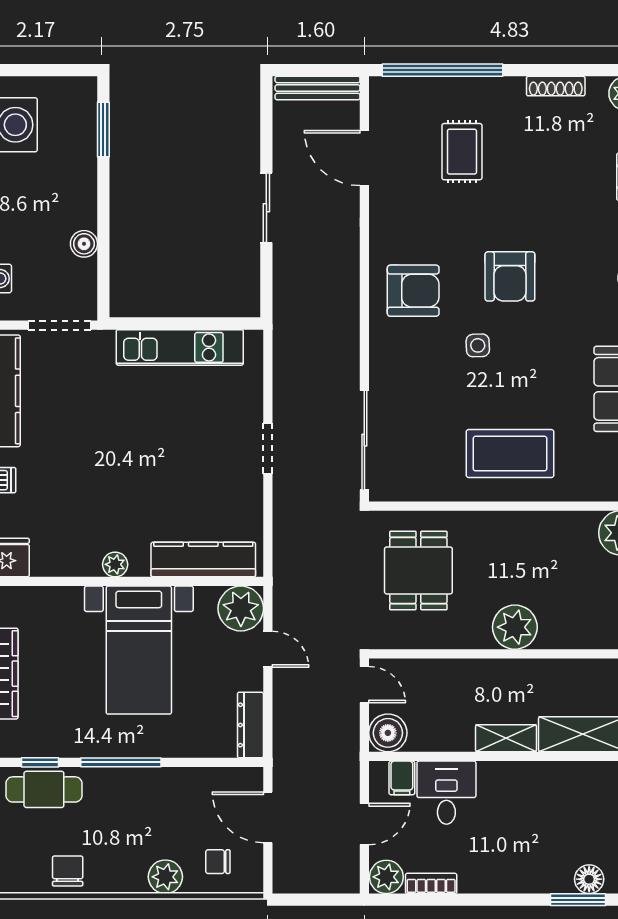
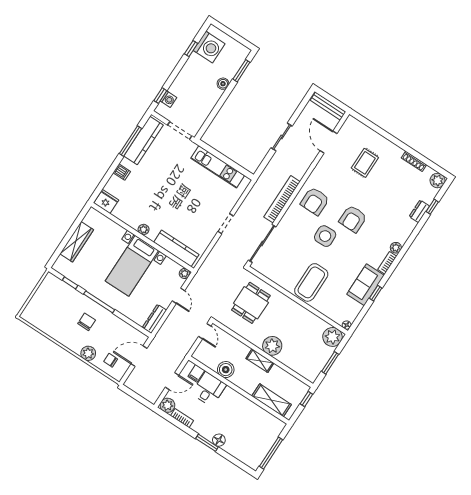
window: (443, 70) -> (377, 129), removed
boiler: (84, 244) -> (223, 84), moved
armchair: (413, 291) -> (315, 201), turned 90
bookcase: (347, 329) -> (282, 199), added
side table: (478, 345) -> (325, 236), width x1.87, depth x1.87
coffee table: (510, 454) -> (311, 282), turned 90
plant: (241, 609) -> (185, 274), width x0.53, depth x0.53
boiler: (388, 733) -> (226, 370), moved
shelving: (506, 738) -> (260, 361), moved
cafe table: (44, 789) -> (65, 294), removed
door: (268, 817) -> (139, 356), hinge flipped
chair: (68, 871) -> (87, 322), moved
floor lamp: (589, 879) -> (219, 440), moved
window: (578, 900) -> (207, 443), moved

